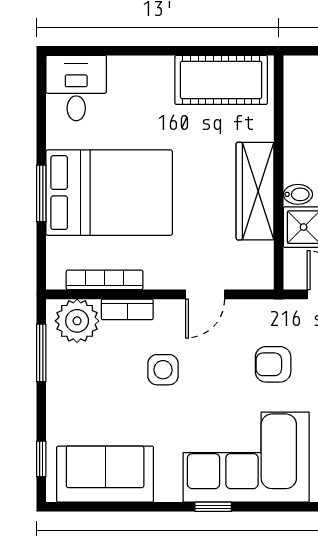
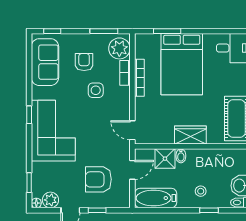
wardrobe: (255, 191) -> (190, 135), width x0.67
window: (41, 193) -> (167, 31), moved
bookcase: (105, 280) -> (139, 78), moved
door: (205, 294) -> (132, 130), moved
armchair: (273, 364) -> (84, 62), moved

